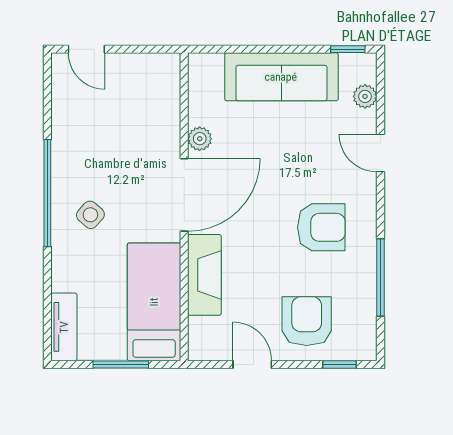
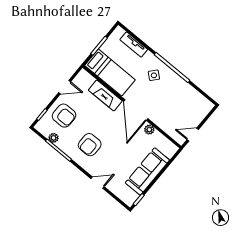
door: (86, 49) -> (193, 135), moved
plant: (365, 96) -> (54, 138), moved
tv unit: (64, 327) -> (134, 45), moved

